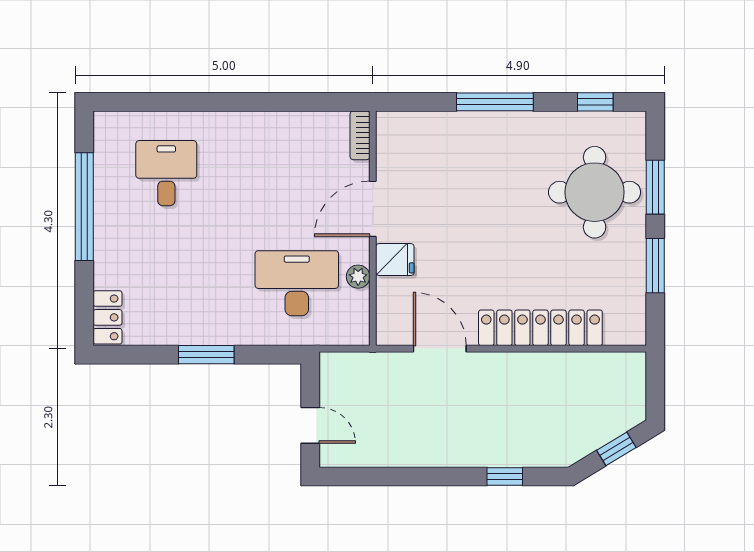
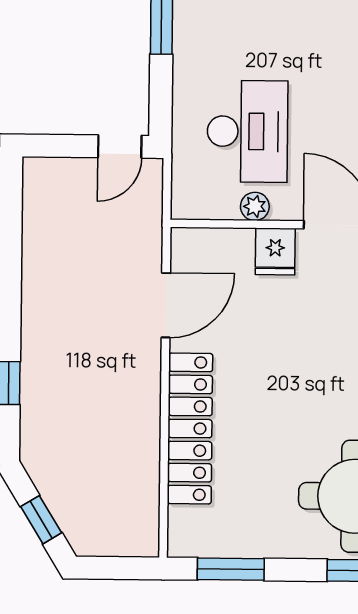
window: (655, 266) -> (231, 569), moved
door: (310, 425) -> (120, 147), moved

